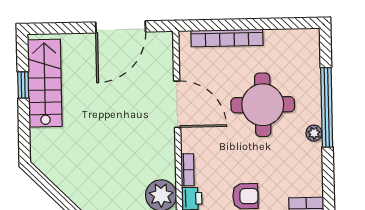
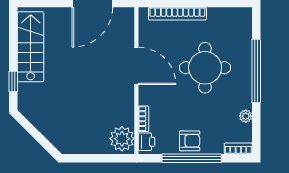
window: (23, 85) -> (13, 82), moved
plant: (314, 133) -> (246, 116), moved

